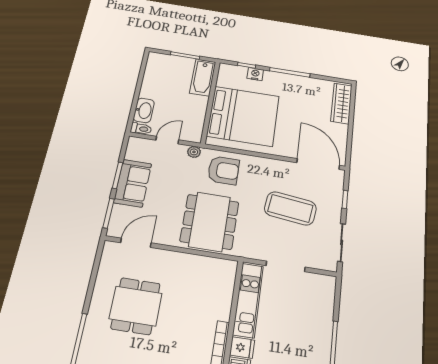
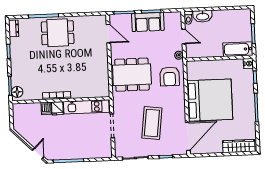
nightstand: (255, 74) -> (248, 64), moved
bed: (243, 116) -> (210, 100), moved, turned -90
dining table: (136, 306) -> (58, 33), moved

